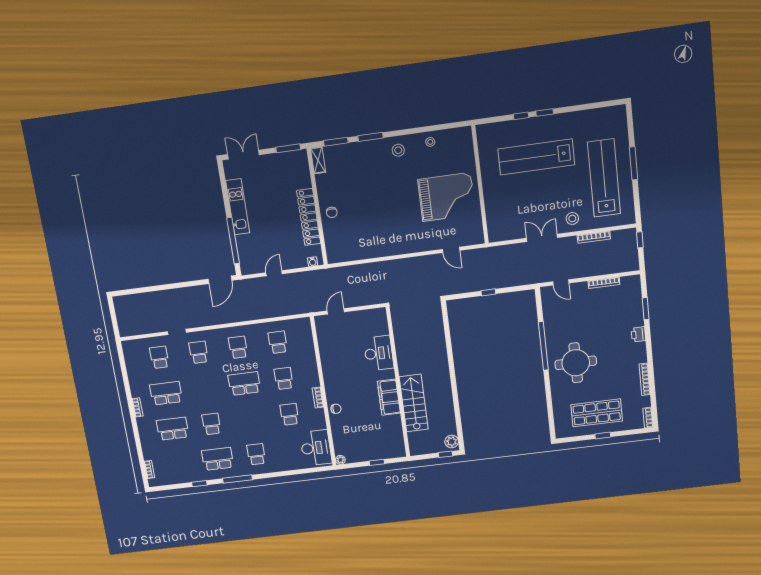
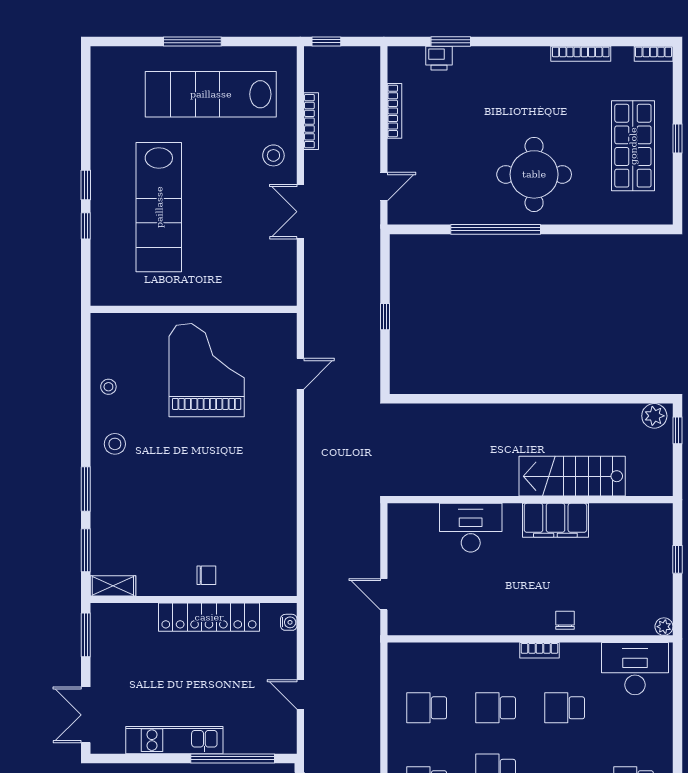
printer: (638, 334) -> (439, 58), moved

